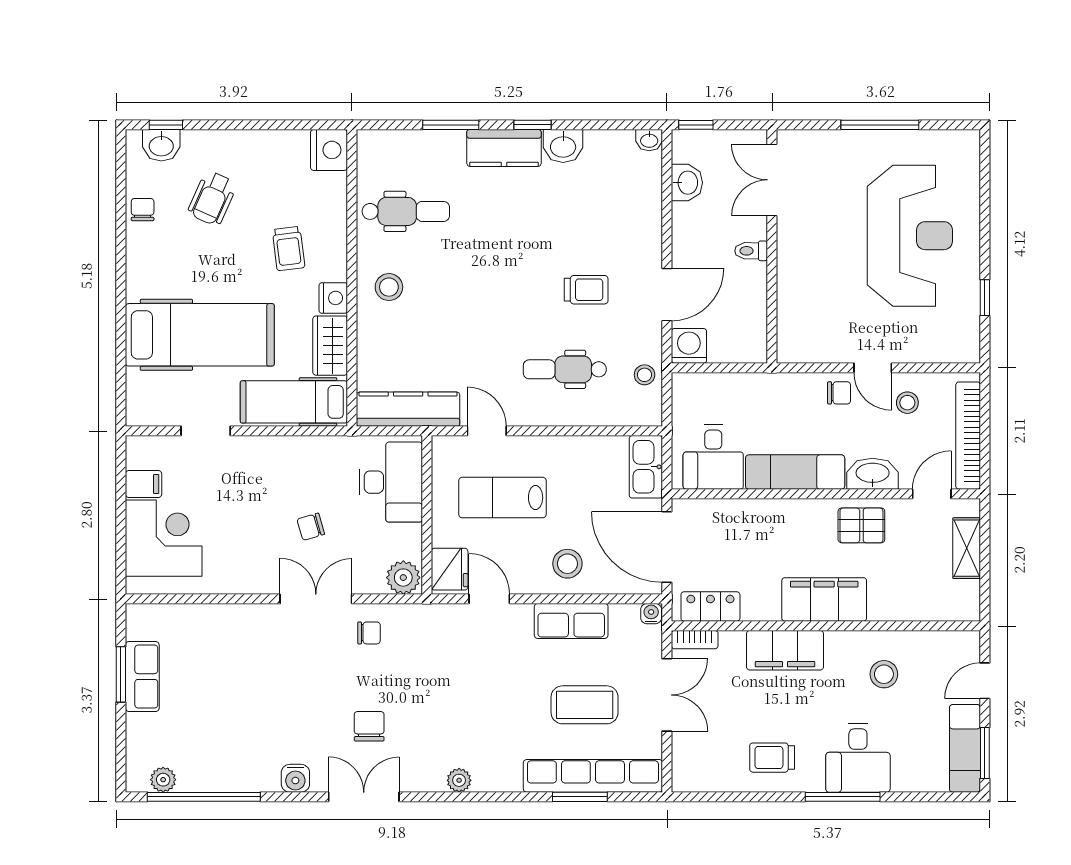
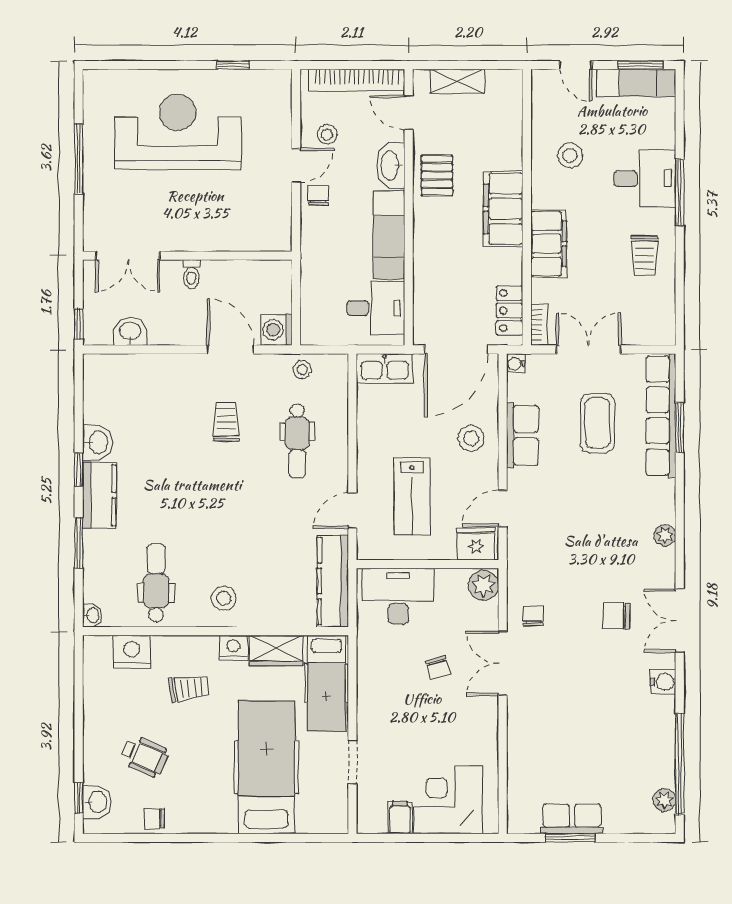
washbasin: (649, 140) -> (92, 615), moved
nightstand: (329, 150) -> (132, 652), moved

